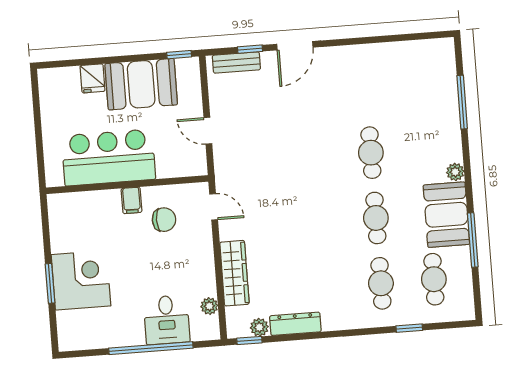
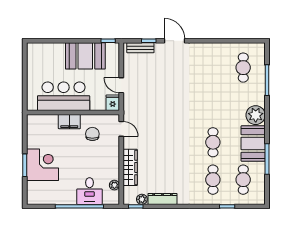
door: (295, 46) -> (174, 41), swing flipped
fridge: (93, 78) -> (113, 103), moved, turned 180
cafe table: (371, 153) -> (243, 68), moved
plant: (455, 172) -> (256, 115), width x1.88, depth x1.88
filing cabinet: (132, 200) -> (69, 122), width x2.00
chair: (164, 220) -> (92, 134), turned -90

